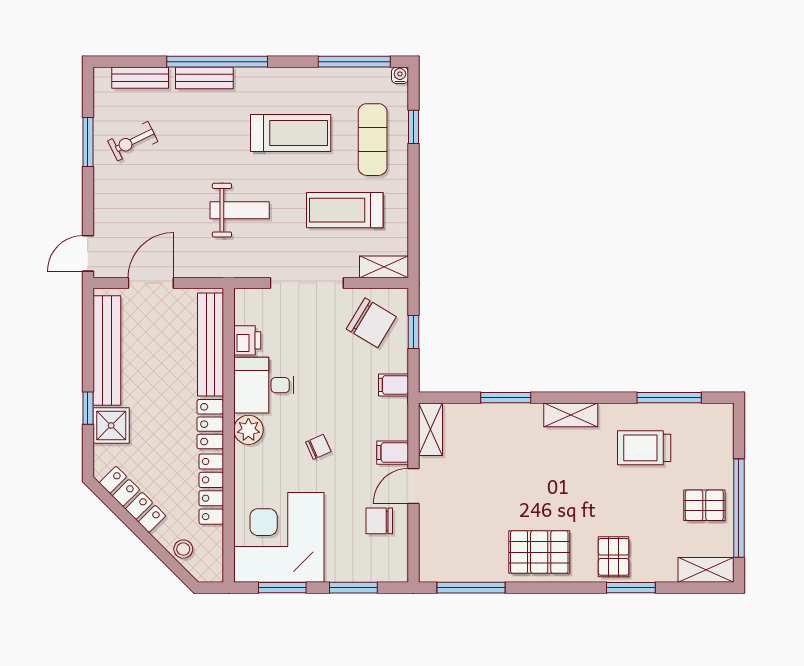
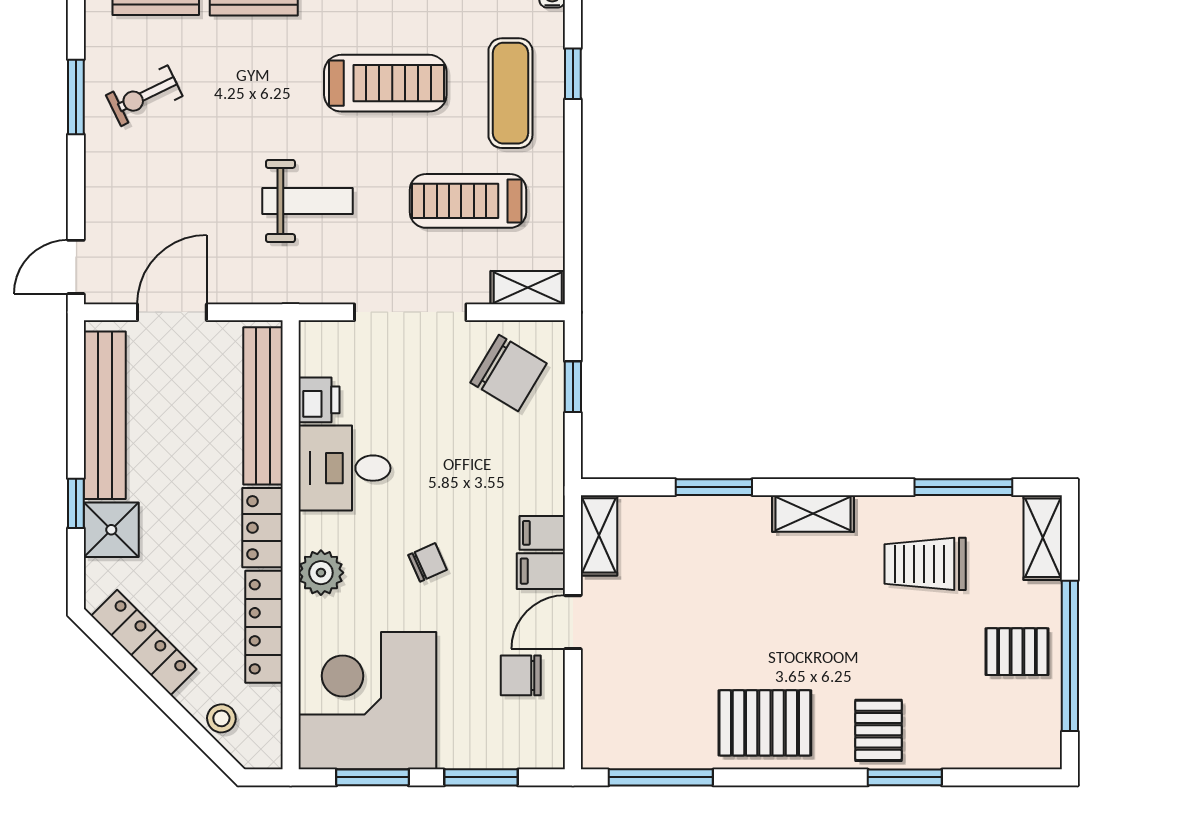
filing cabinet: (393, 385) -> (542, 533), moved
plant: (248, 430) -> (321, 573), moved
shelving: (706, 570) -> (1043, 538), moved, turned 90

